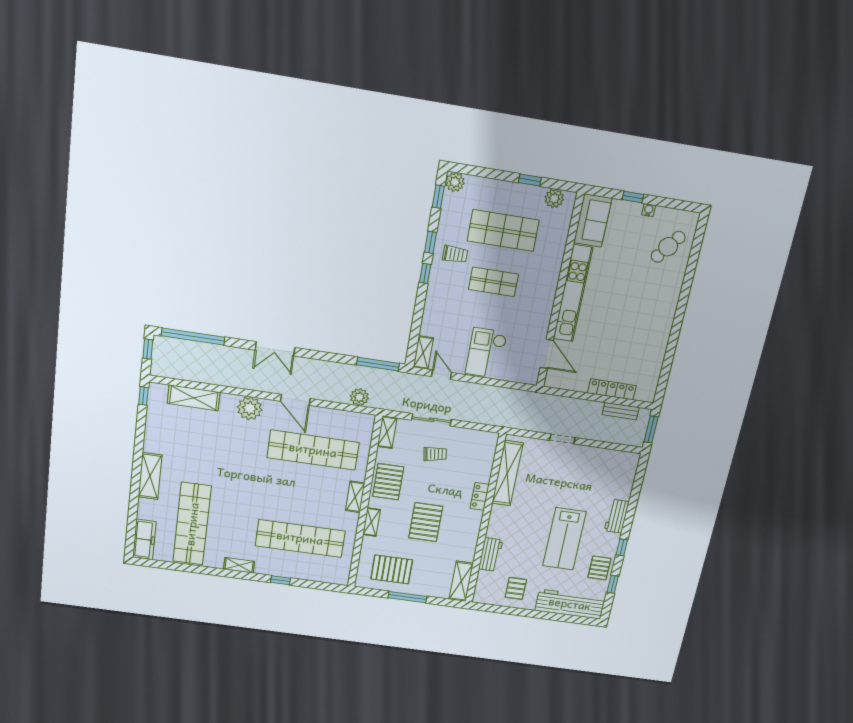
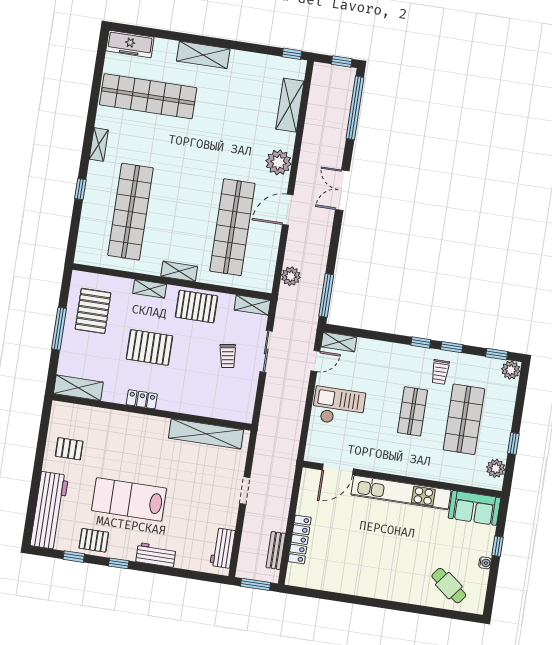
locker: (480, 496) -> (142, 399), moved
workbench: (491, 554) -> (223, 548), moved, turned 90

